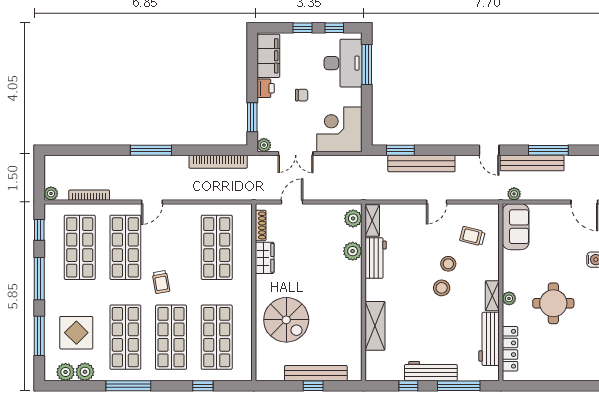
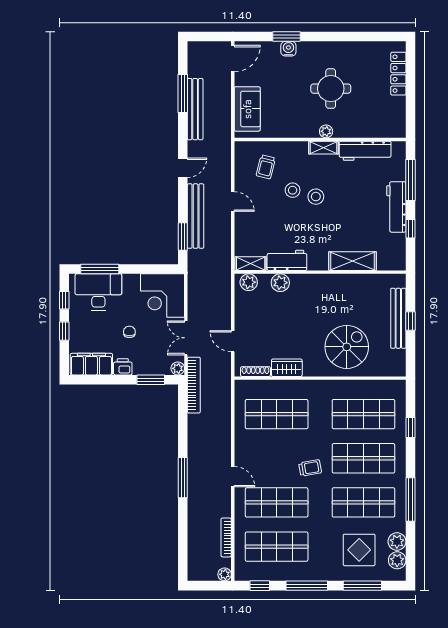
door: (489, 150) -> (183, 168), moved
double door: (296, 154) -> (186, 338), swing flipped
bookcase: (218, 162) -> (194, 385), moved
plant: (514, 194) -> (225, 127), removed
sofa: (516, 227) -> (247, 109), moved, turned 90
locker: (510, 349) -> (398, 74), moved, turned -90

